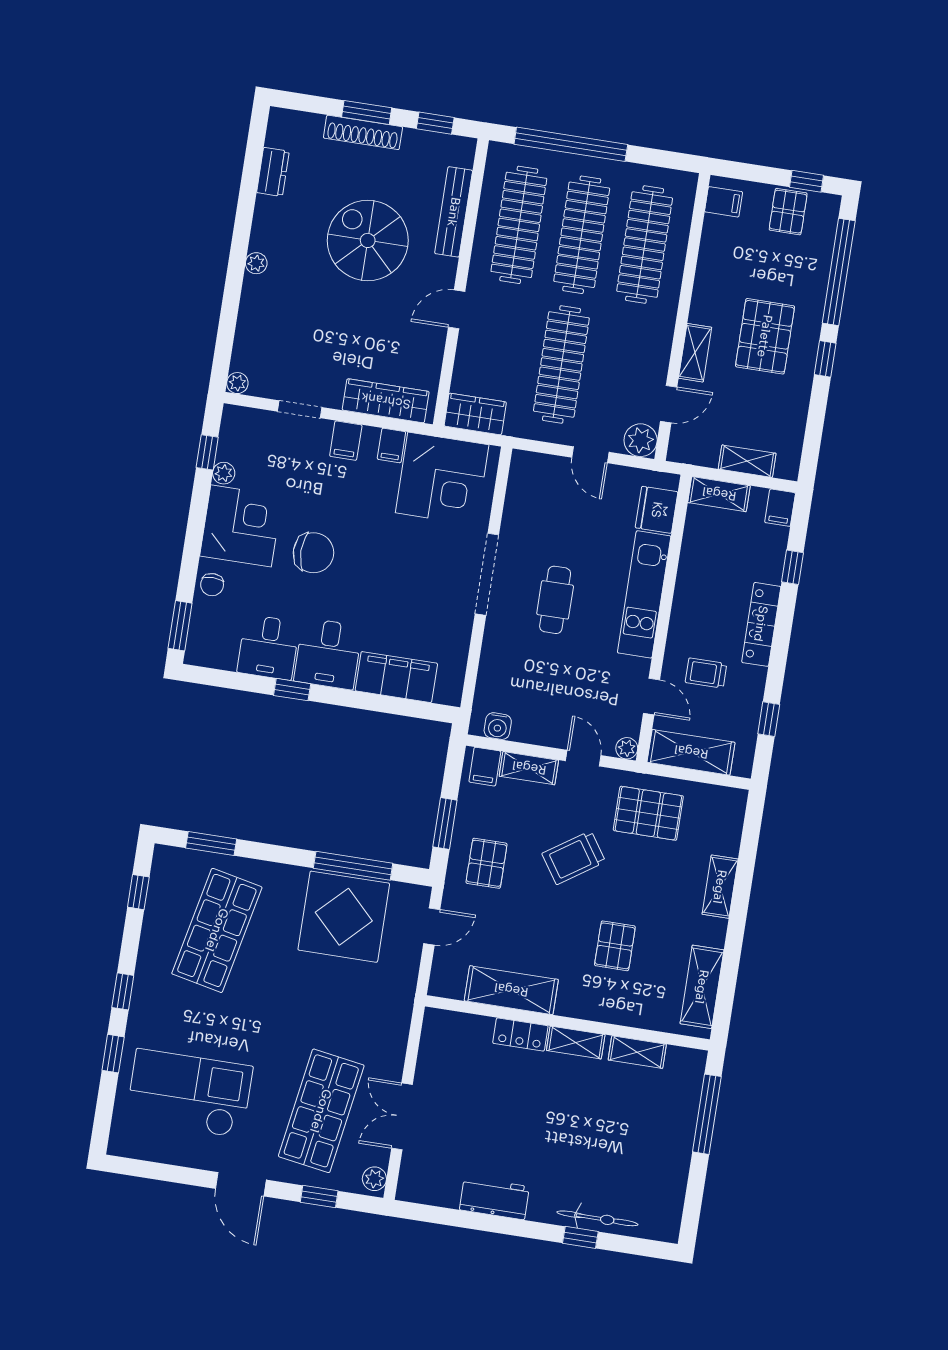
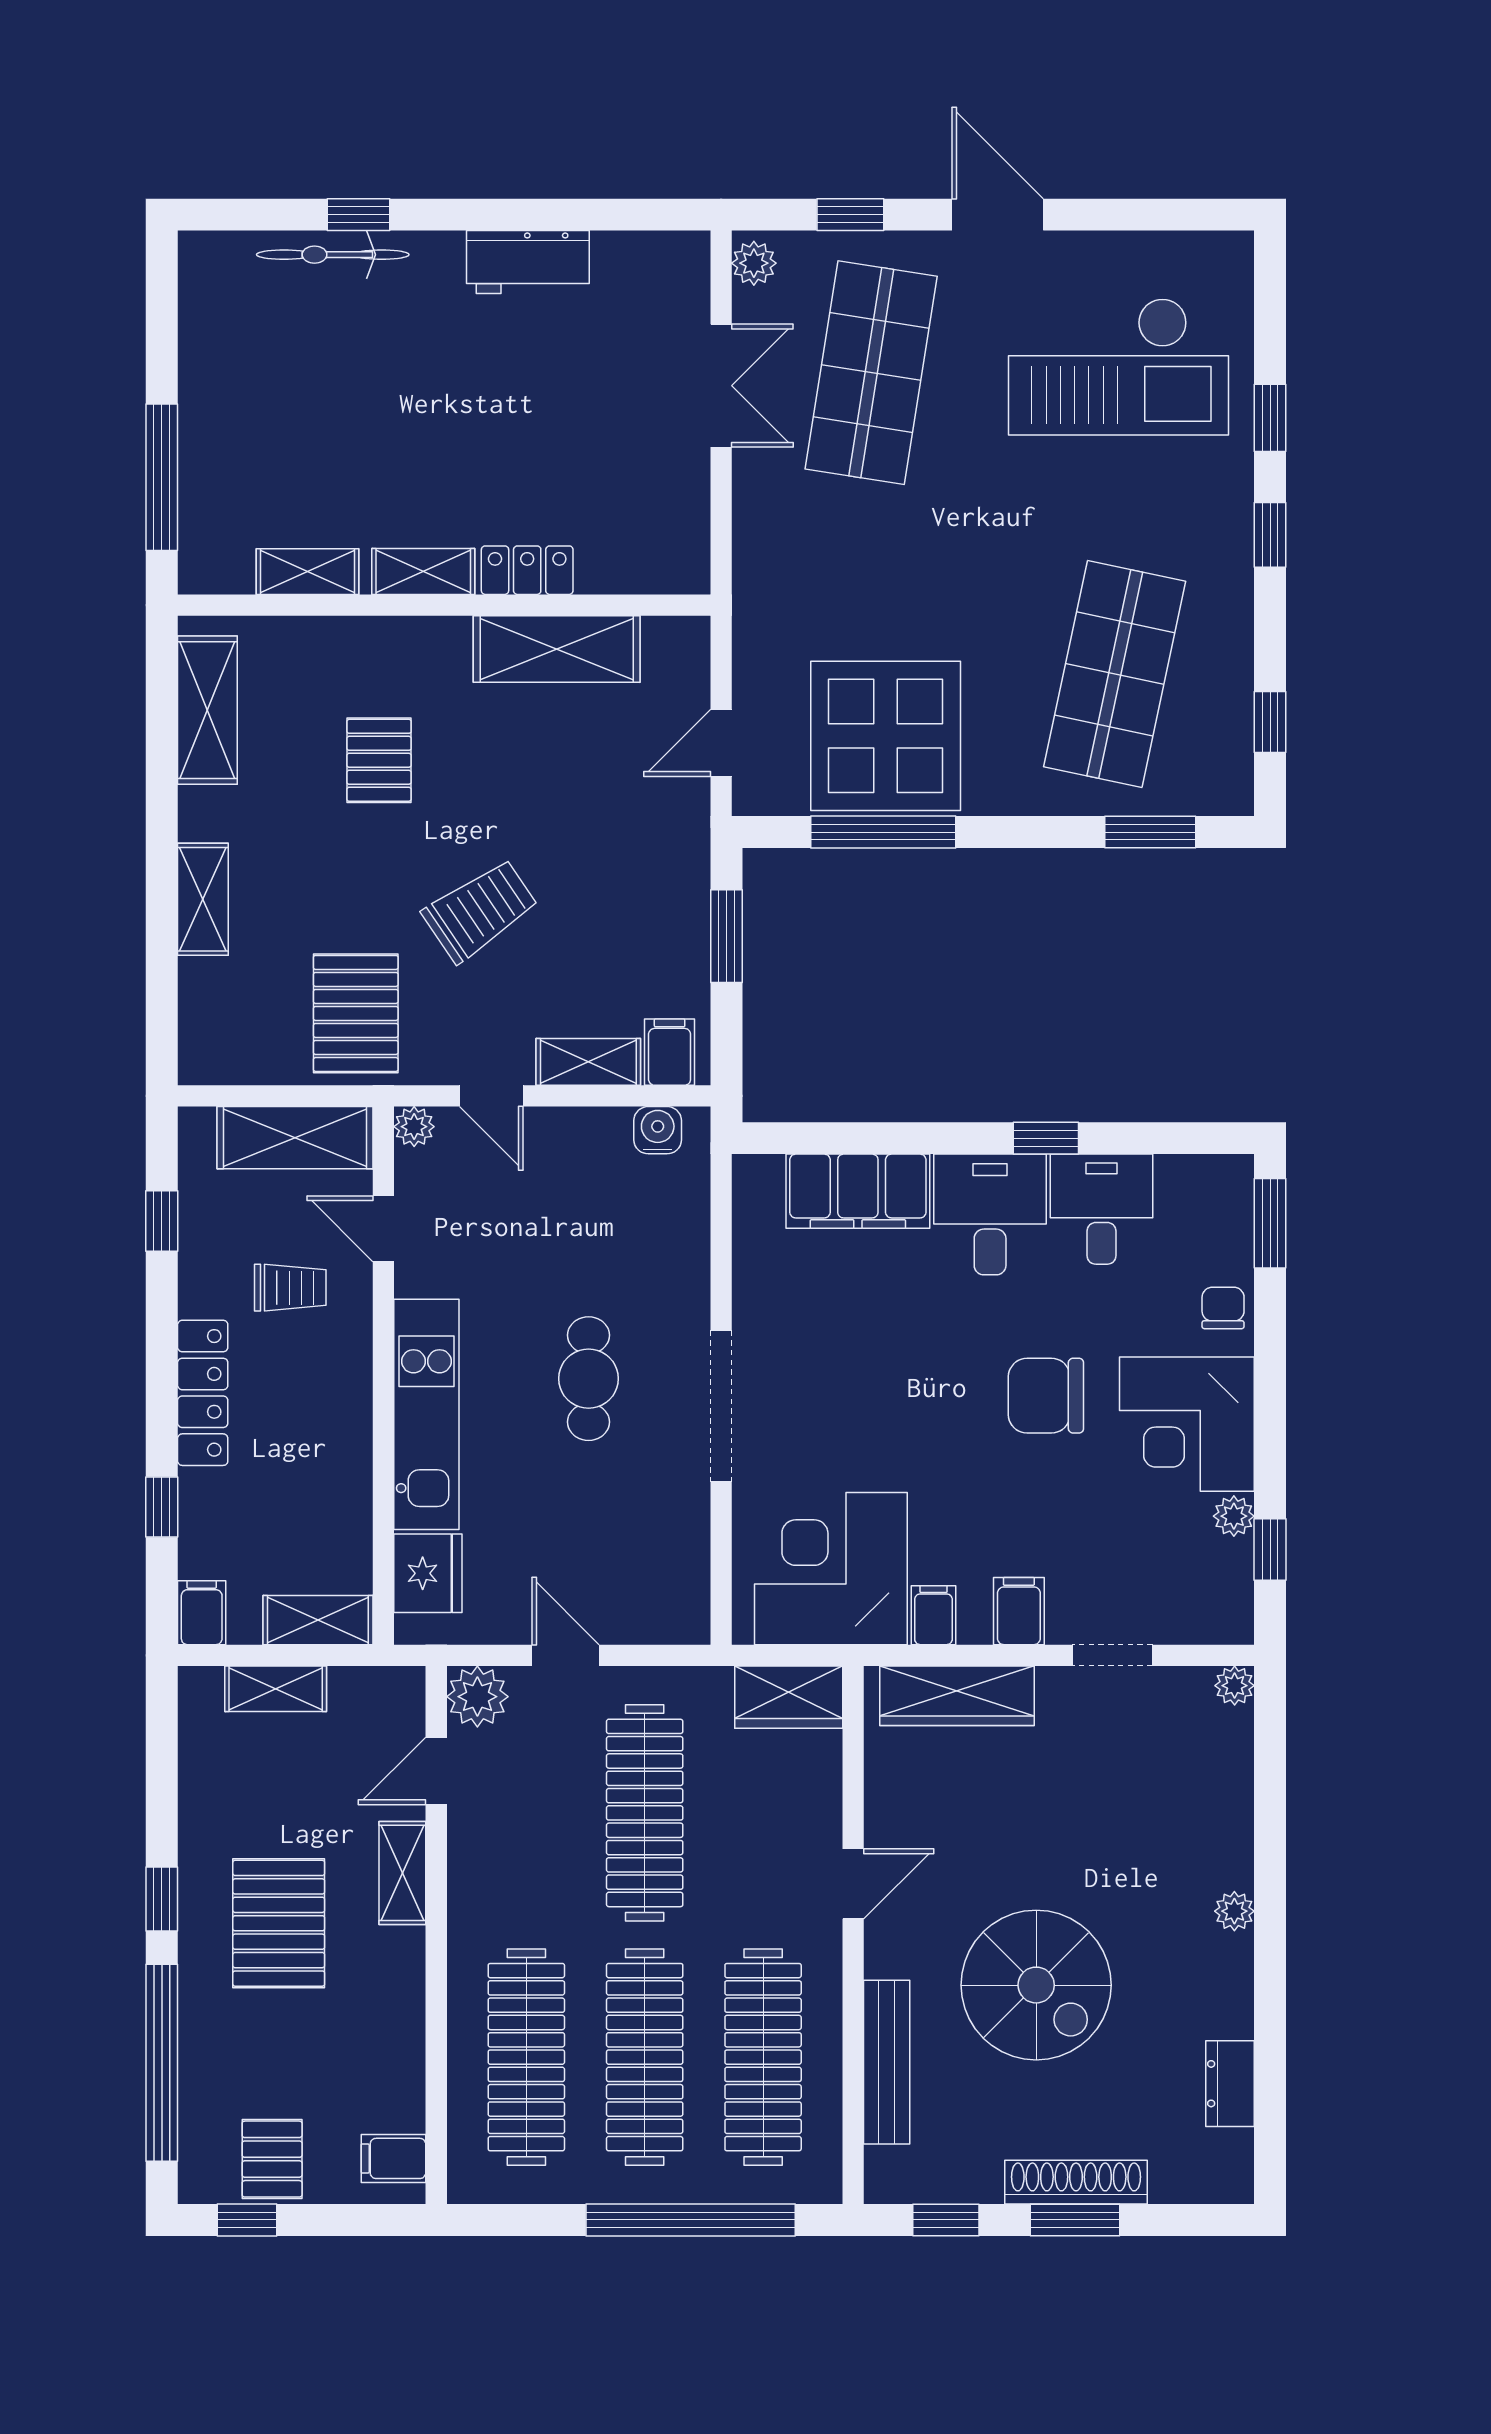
pallet: (648, 813) -> (356, 1013), turned 90
pallet: (487, 863) -> (639, 875), removed

